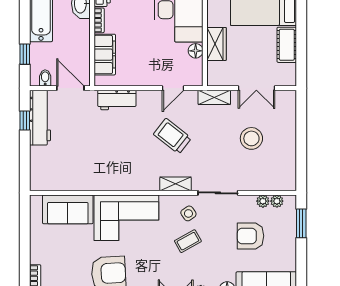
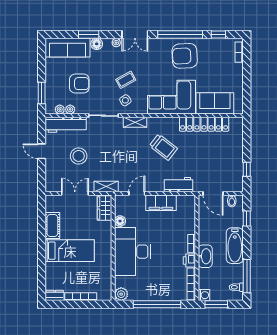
wardrobe: (217, 44) -> (105, 208), moved
filing cabinet: (105, 55) -> (161, 203), moved, turned -90
workbench: (40, 118) -> (66, 125), moved, turned -90
trolley: (172, 136) -> (163, 147), moved
door: (301, 145) -> (42, 151), added
locker: (82, 181) -> (204, 124), added

